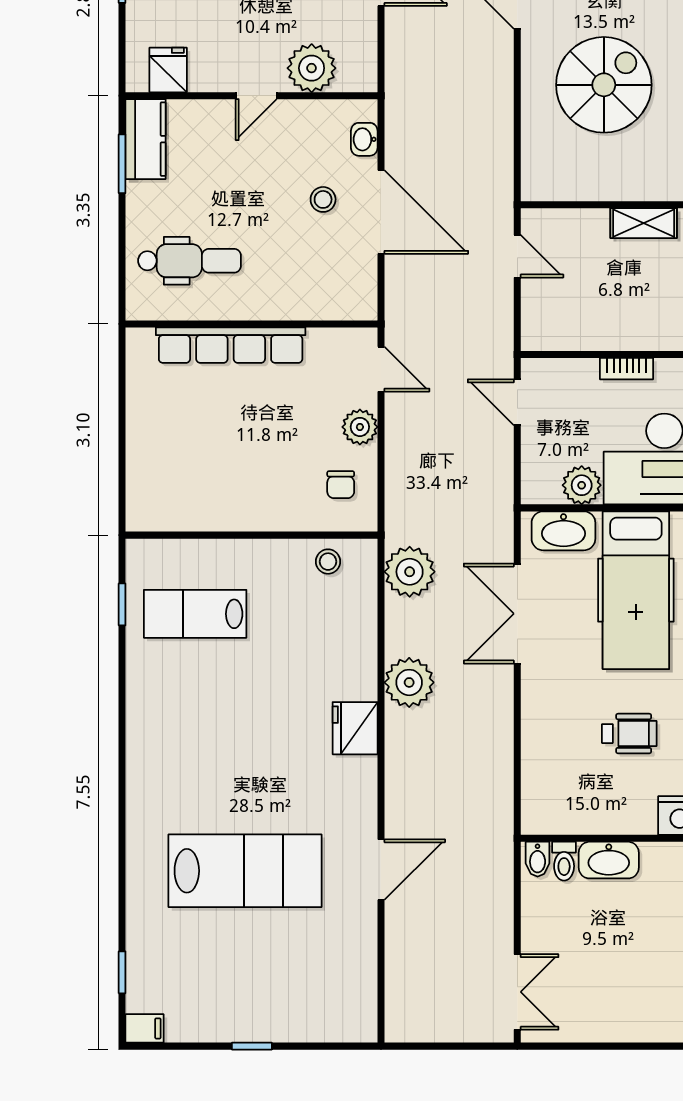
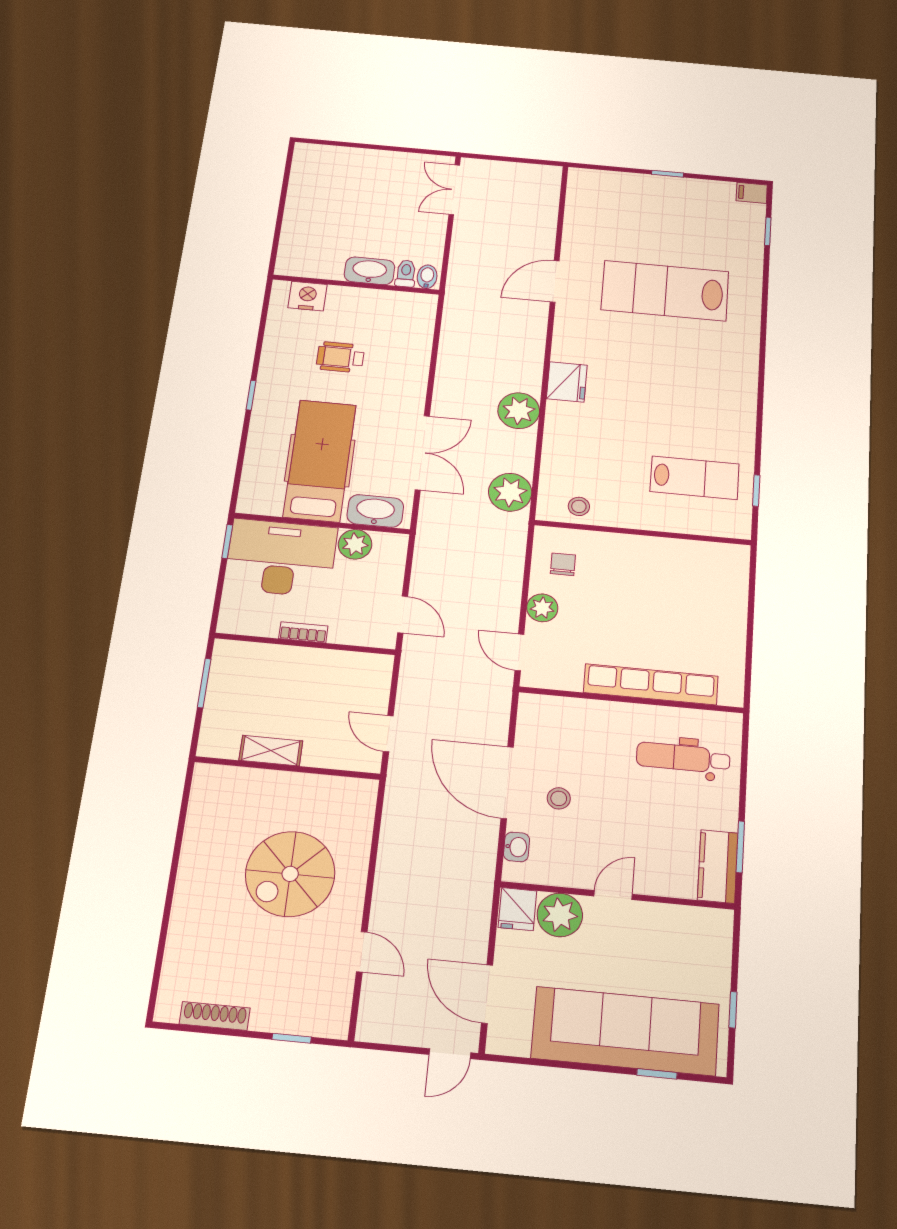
fridge: (168, 70) -> (517, 909), moved

